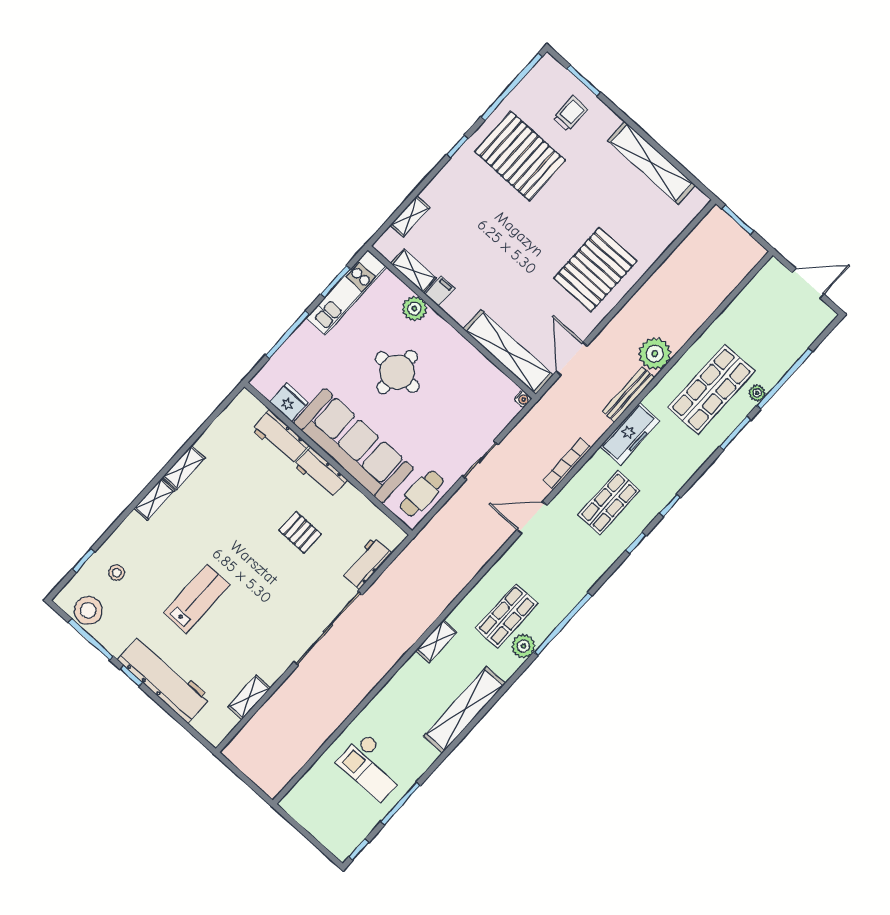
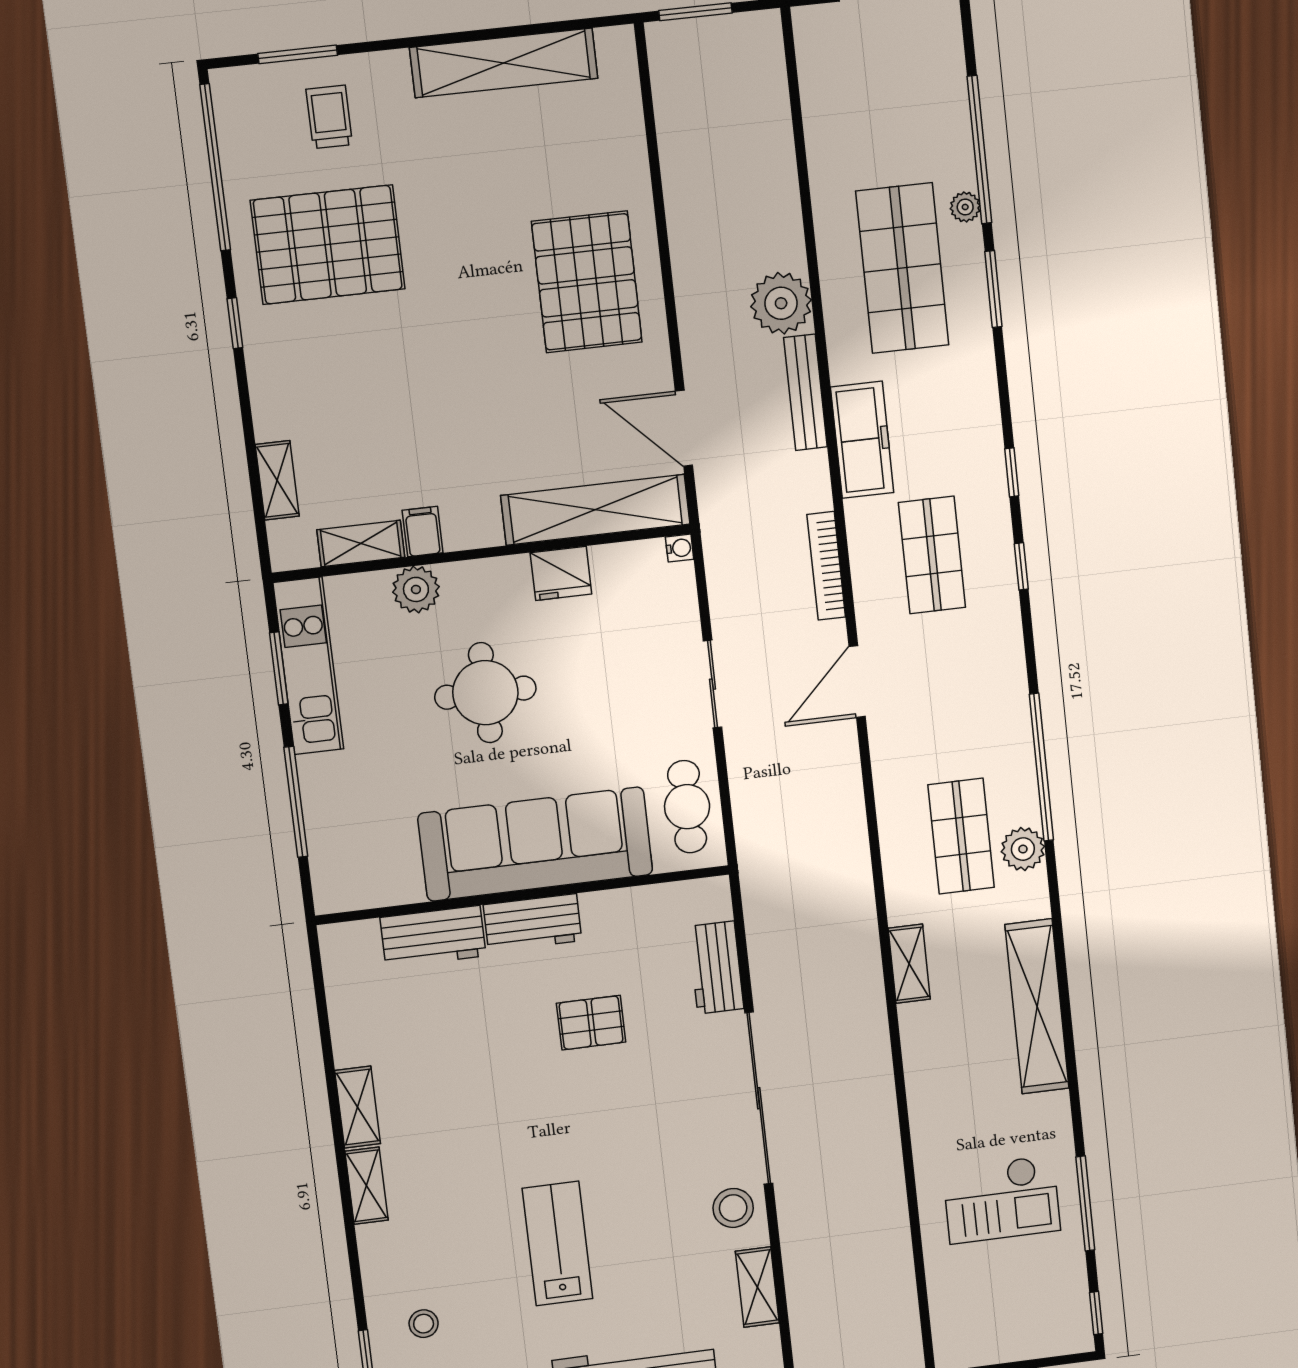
fridge: (289, 402) -> (561, 573), moved, turned 180
stool: (273, 658) -> (733, 1208), added

